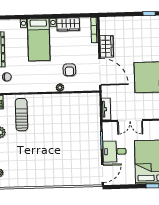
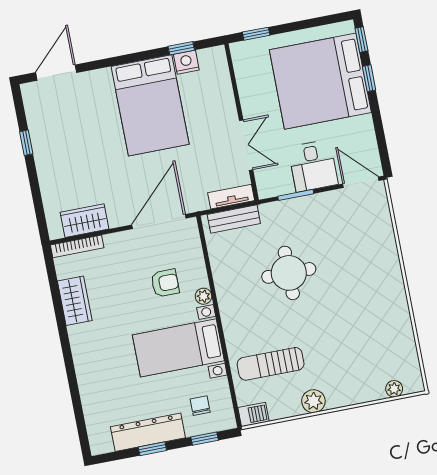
bed with nightstands: (39, 40) -> (178, 348), moved, turned 180
wardrobe: (107, 46) -> (85, 221), moved
bench: (95, 109) -> (234, 219), added
round table: (64, 131) -> (289, 273), added

